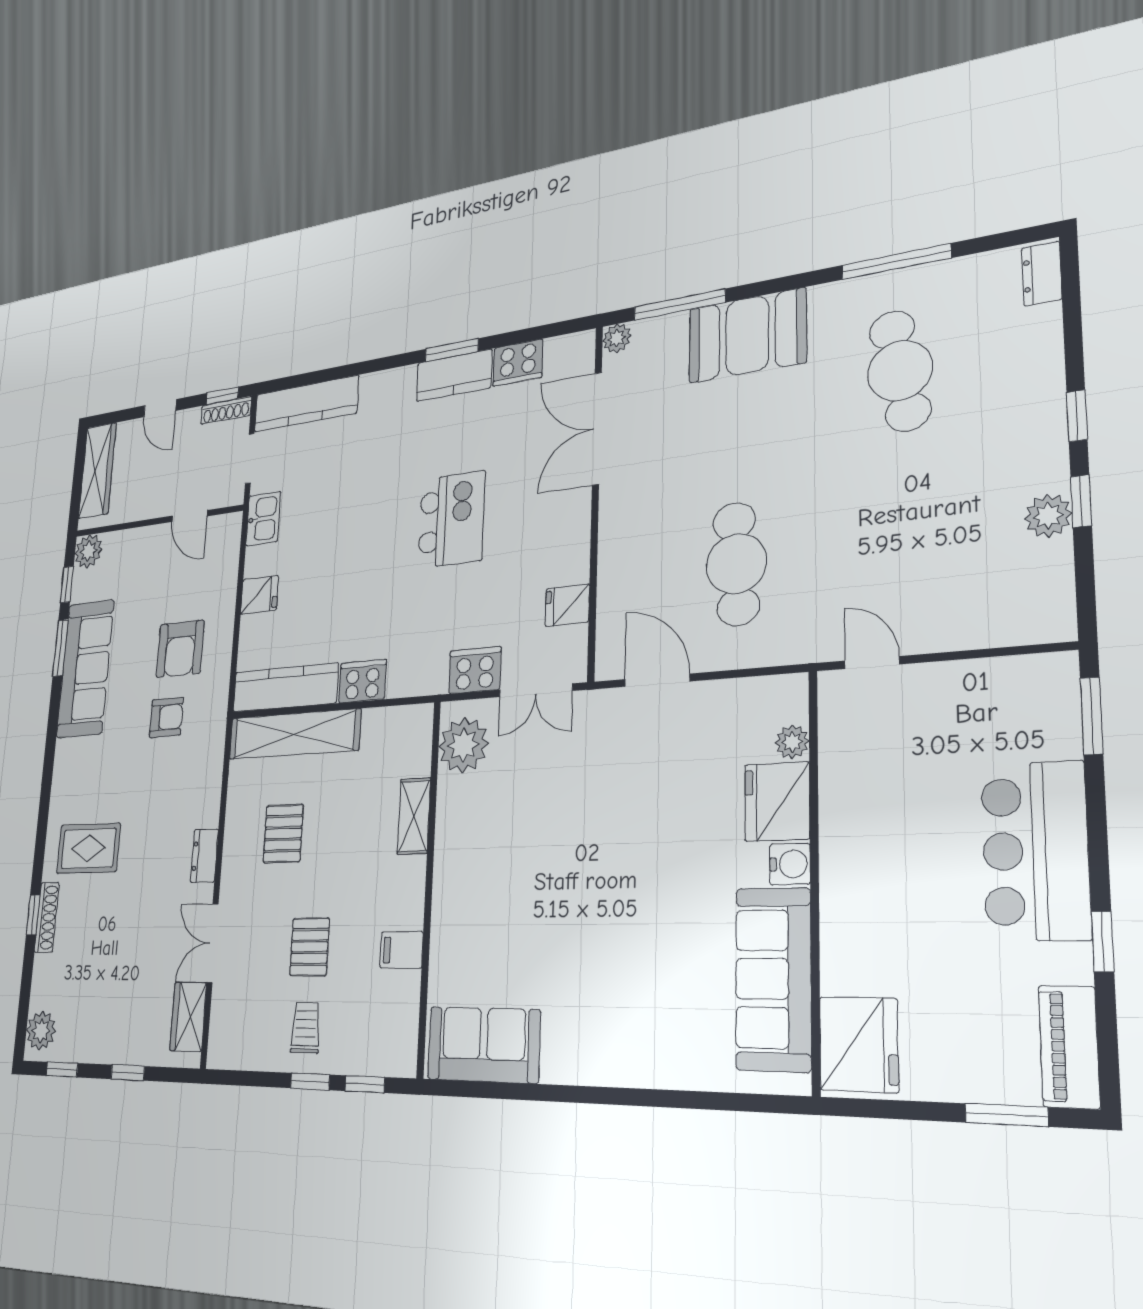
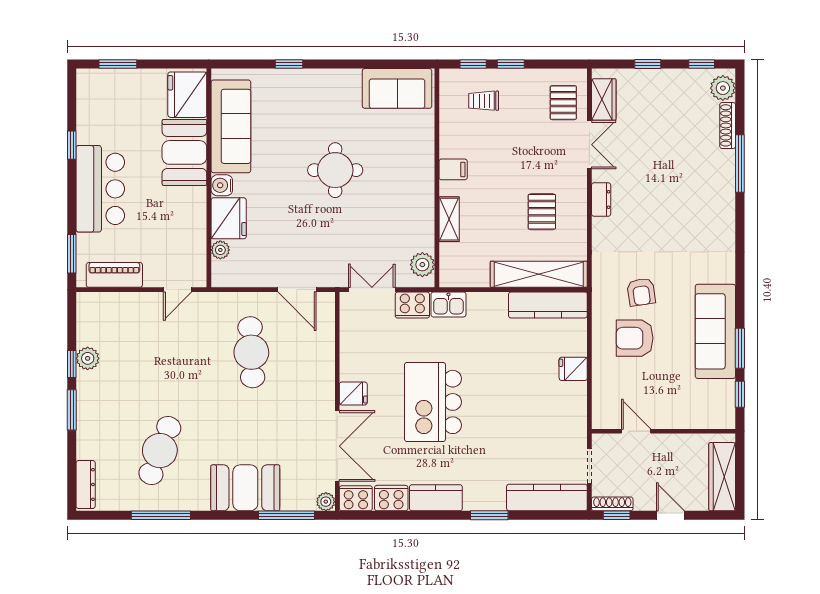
dresser: (1042, 274) -> (86, 484), width x1.44
window: (452, 350) -> (489, 515), moved
cafe table: (900, 371) -> (160, 451), turned 30
window: (1077, 416) -> (72, 410), width x1.50
kitchen sink: (263, 519) -> (448, 304), moved, turned -90
kitchen island: (451, 520) -> (433, 402), width x1.37, depth x1.28
plant: (88, 551) -> (723, 417), removed
fridge: (567, 605) -> (353, 393), moved
armchair: (180, 649) -> (635, 338), turned -90
door: (872, 662) -> (178, 290), hinge flipped
cooker: (362, 681) -> (356, 498), moved, turned 180
armchair: (166, 717) -> (641, 292), turned -98
plant: (463, 745) -> (422, 265), width x0.73, depth x0.73
rug: (88, 848) -> (697, 207), removed
round table: (589, 896) -> (335, 170), added
window: (33, 915) -> (740, 164), width x2.17
shoe rack: (47, 917) -> (728, 125), moved
booth: (863, 927) -> (184, 152), added
pallet: (310, 947) -> (563, 103), moved
filing cabinet: (402, 950) -> (453, 169), moved
trolley: (306, 1028) -> (484, 101), moved, turned 90
piano: (1069, 1047) -> (114, 275), moved, turned -90
window: (665, 1099) -> (289, 64), added

